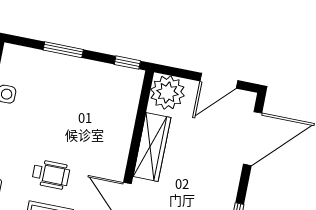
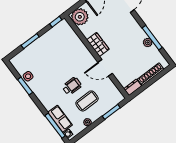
wardrobe: (152, 147) -> (98, 44), width x0.67

